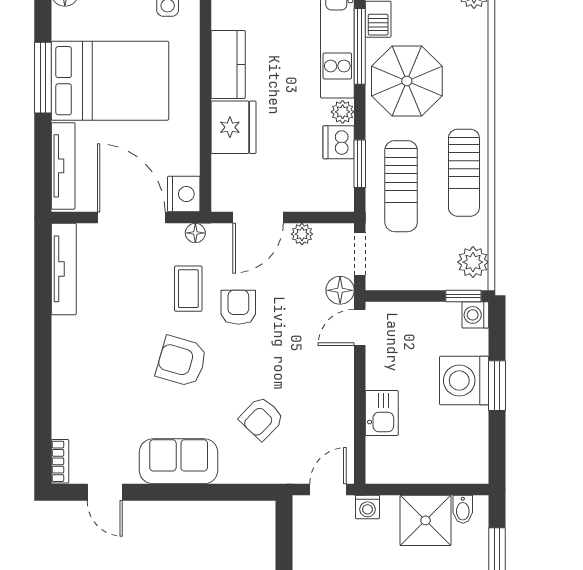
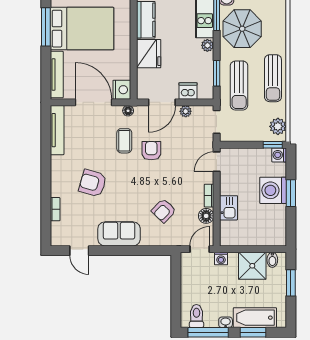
dishwasher: (339, 142) -> (188, 91), moved, turned 90
floor lamp: (340, 290) -> (206, 216), moved
armchair: (182, 361) -> (93, 183), moved
bookcase: (345, 390) -> (209, 196), added
bookcase: (60, 461) -> (55, 209), moved

